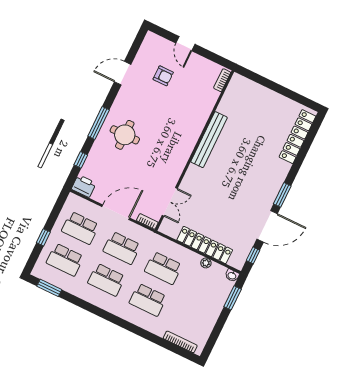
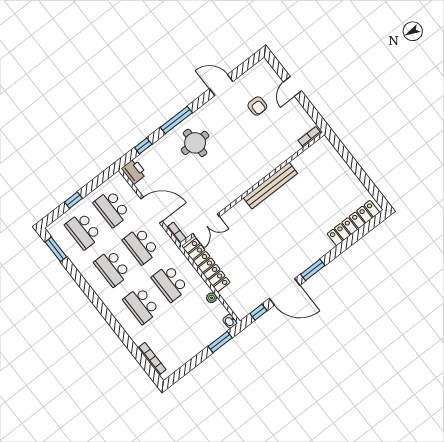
locker: (205, 245) -> (207, 265), moved

